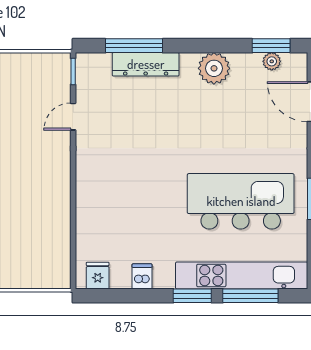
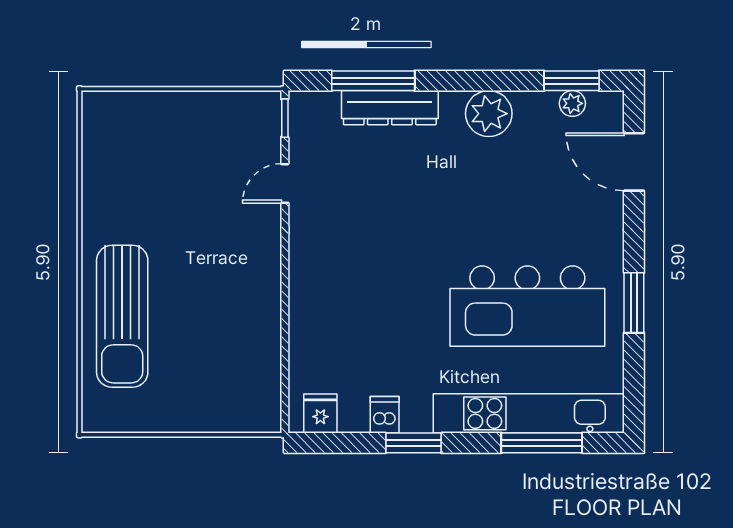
kitchen island: (241, 201) -> (527, 306), turned 180
window: (192, 296) -> (413, 443), moved

